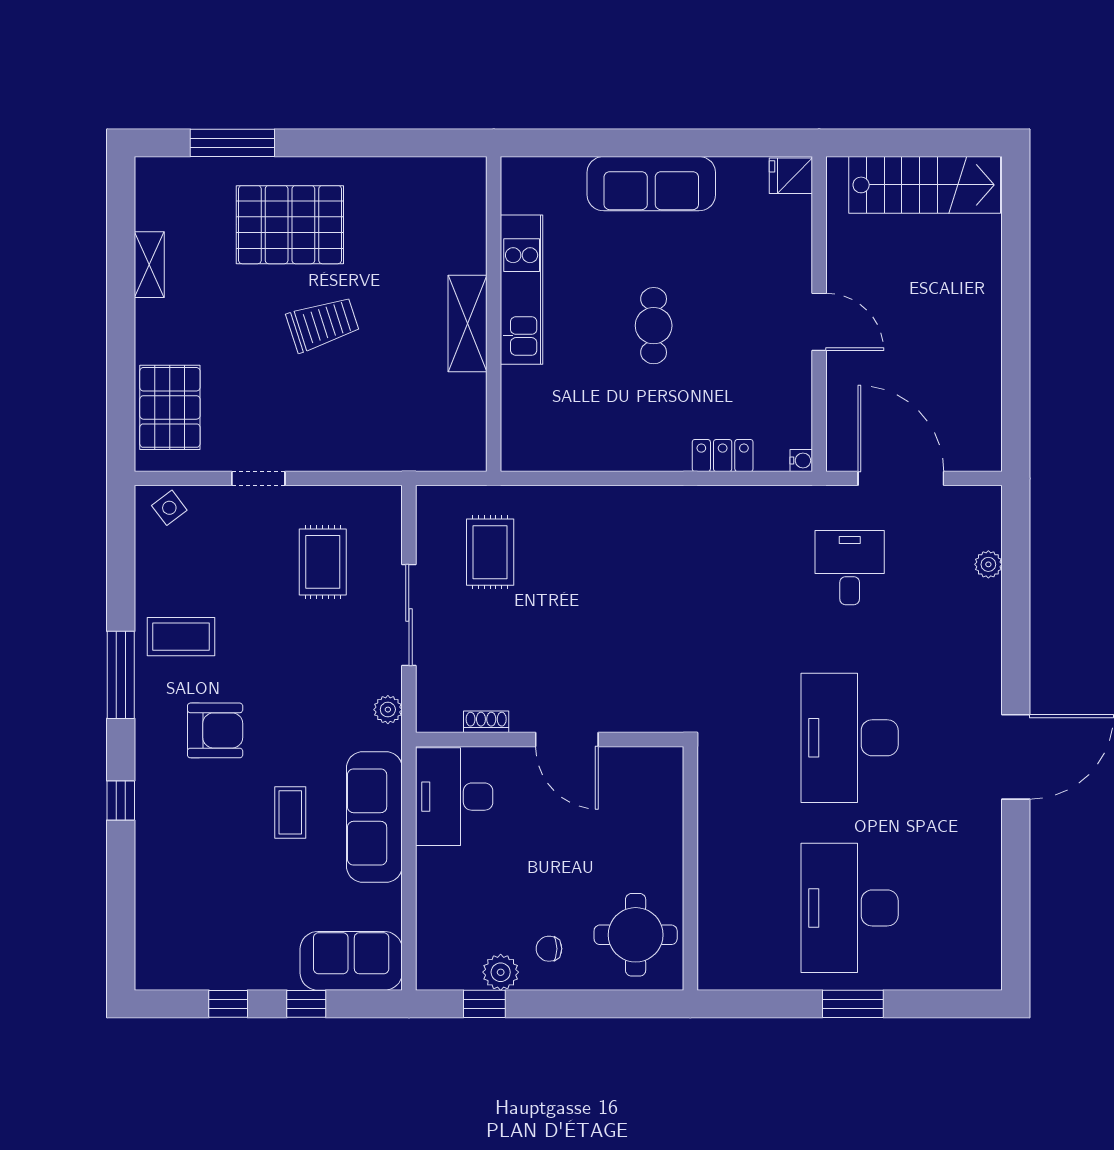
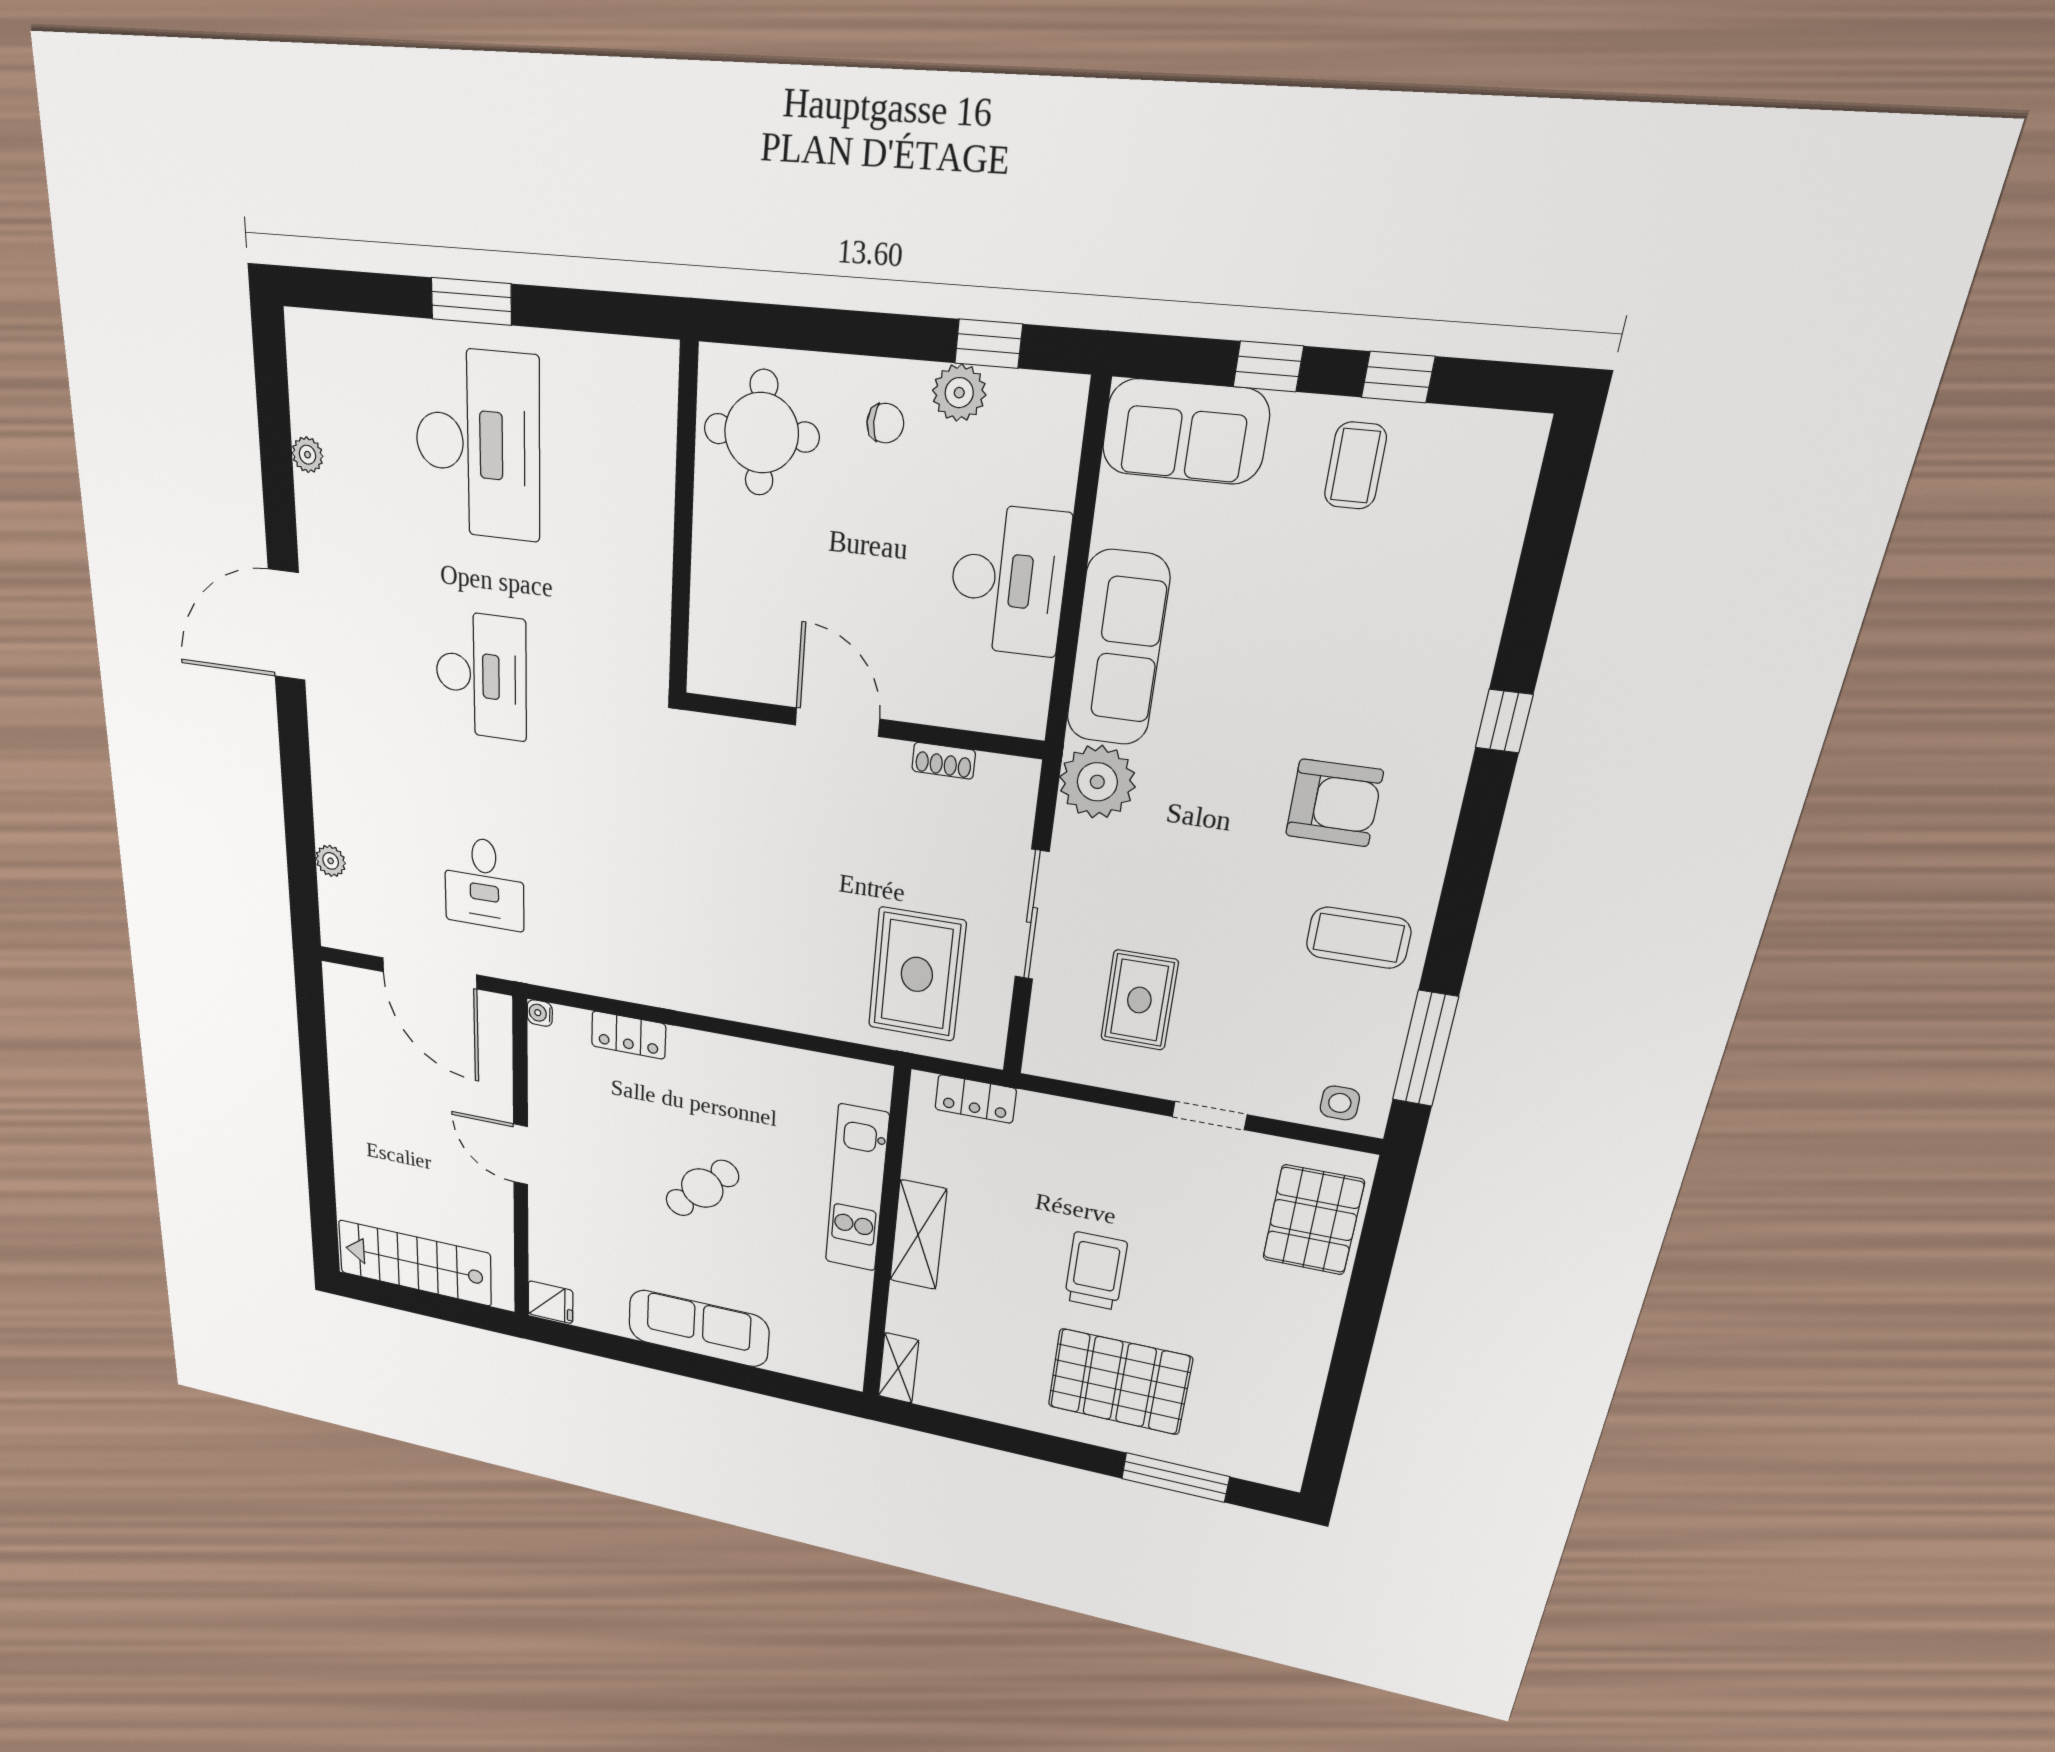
shelving: (149, 265) -> (898, 1368), moved
kitchen unit: (522, 290) -> (857, 1188), moved
trolley: (323, 324) -> (1096, 1271), turned 108
cafe table: (654, 326) -> (702, 1188), turned 46
locker: (434, 456) -> (976, 1099), added
side table: (169, 508) -> (1340, 1103), turned 37
rug: (490, 552) -> (917, 974), width x1.36, depth x1.43
window: (121, 675) -> (1425, 1049), moved
plant: (388, 710) -> (1097, 782), width x1.88, depth x1.88
armchair: (215, 730) -> (1334, 803), turned 180
desk: (850, 738) -> (481, 676), width x0.73, depth x0.77
desk: (454, 797) -> (1008, 580), moved
coffee table: (290, 812) -> (1355, 466), moved
plant: (989, 888) -> (307, 455), added

